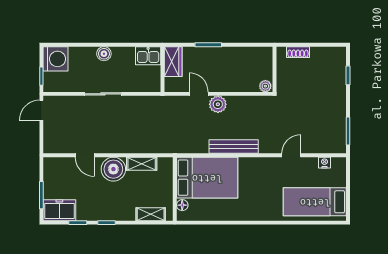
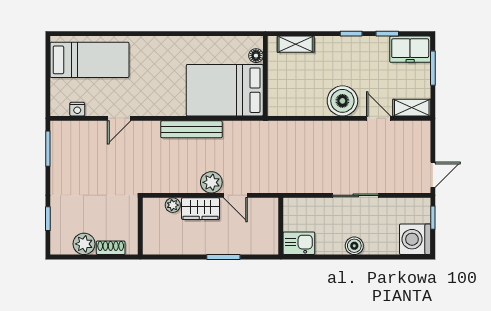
plant: (319, 55) -> (84, 244), added
wardrobe: (173, 62) -> (201, 209), moved, turned -90
plant: (265, 86) -> (173, 205), moved
shelving: (142, 164) -> (412, 108), moved

